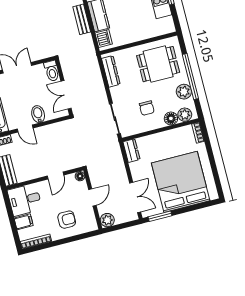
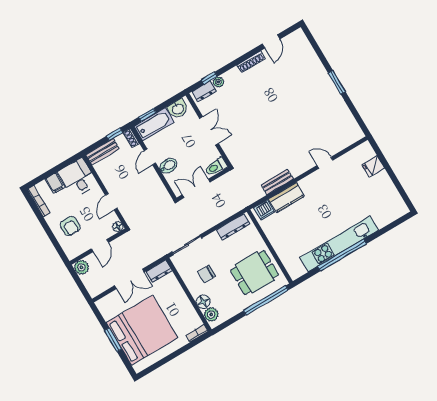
dining table: (158, 64) -> (255, 273), turned 90
window: (190, 76) -> (266, 300), moved
plant: (184, 92) -> (234, 307), removed
door: (56, 176) -> (111, 202), hinge flipped
door: (92, 197) -> (100, 245), hinge flipped
double door: (135, 197) -> (129, 279), moved
window: (160, 216) -> (113, 340), moved

